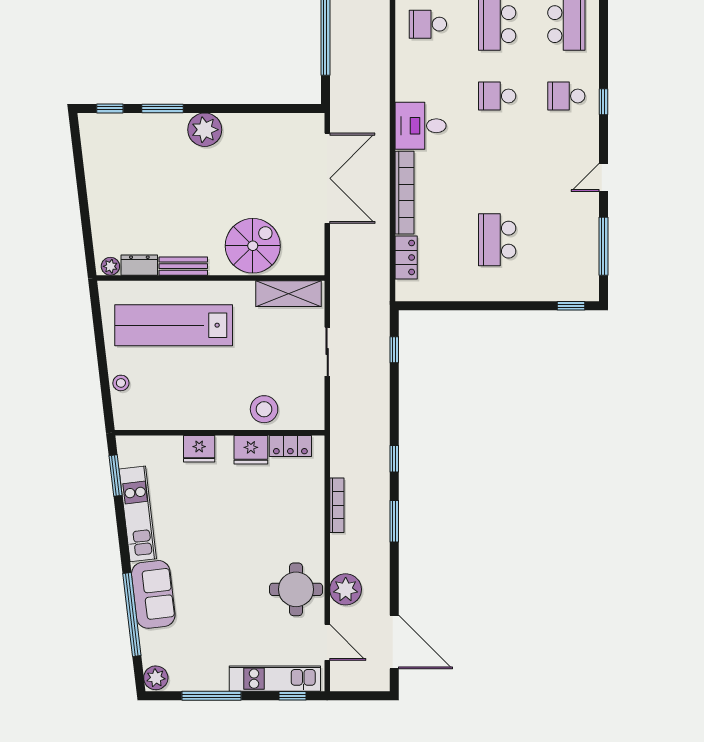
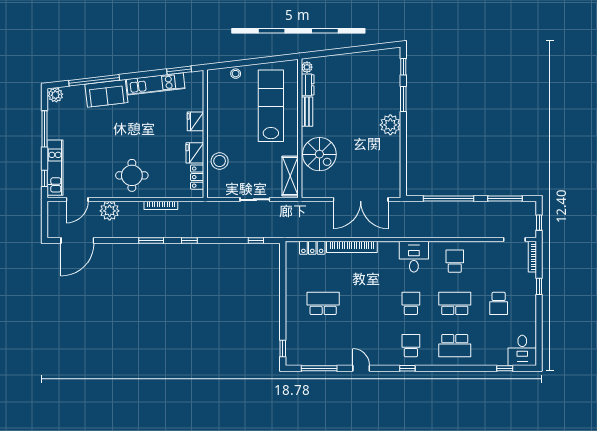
desk: (421, 126) -> (414, 257), moved
round table: (296, 589) -> (132, 175), moved

